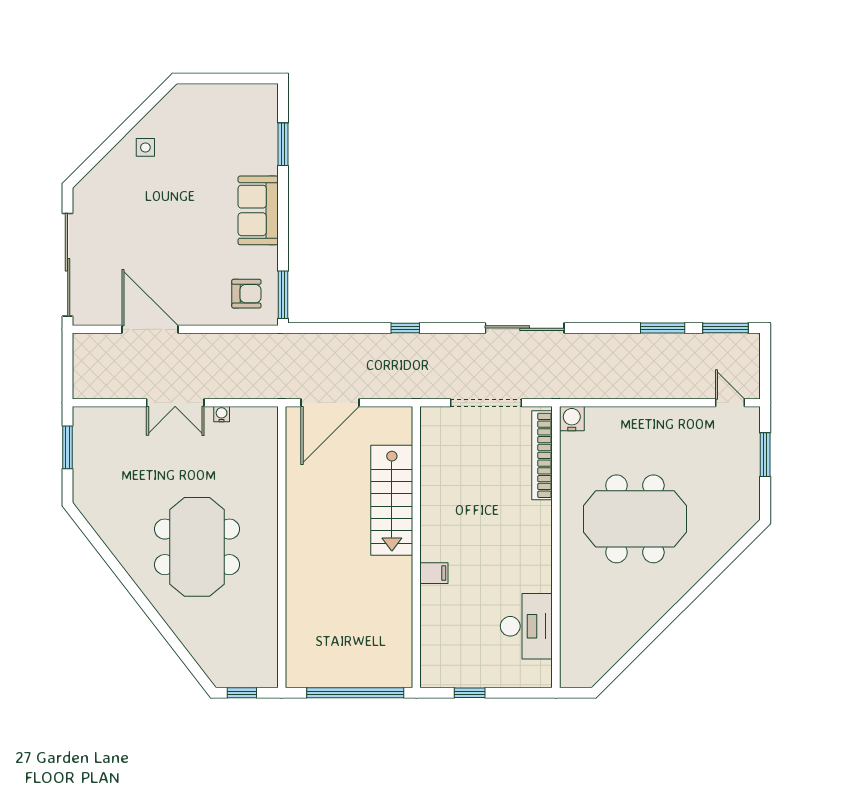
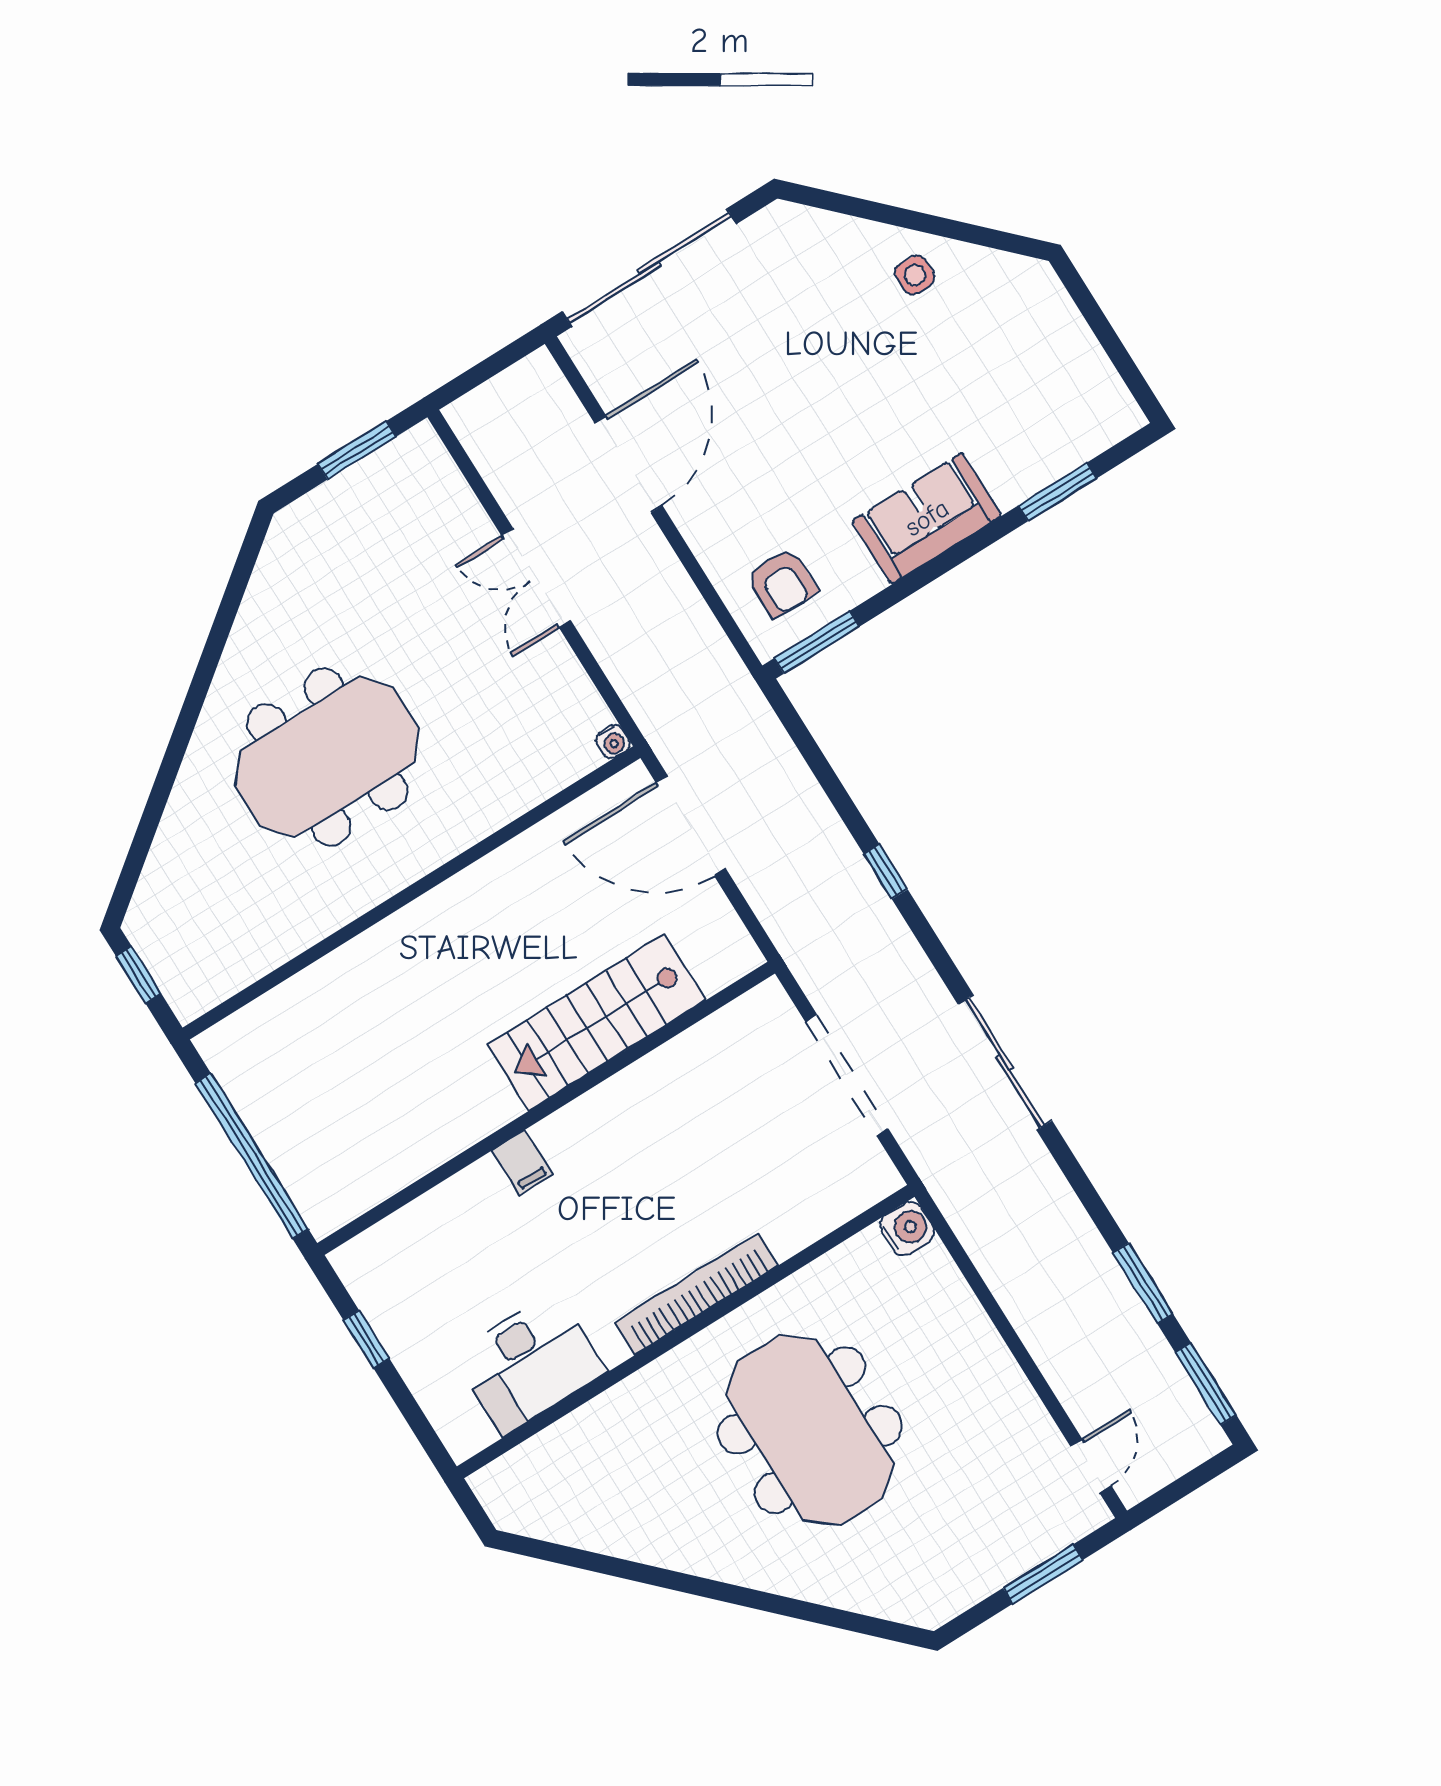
water cooler: (222, 414) -> (613, 742), moved, turned 90
bookcase: (542, 455) -> (696, 1294), moved

